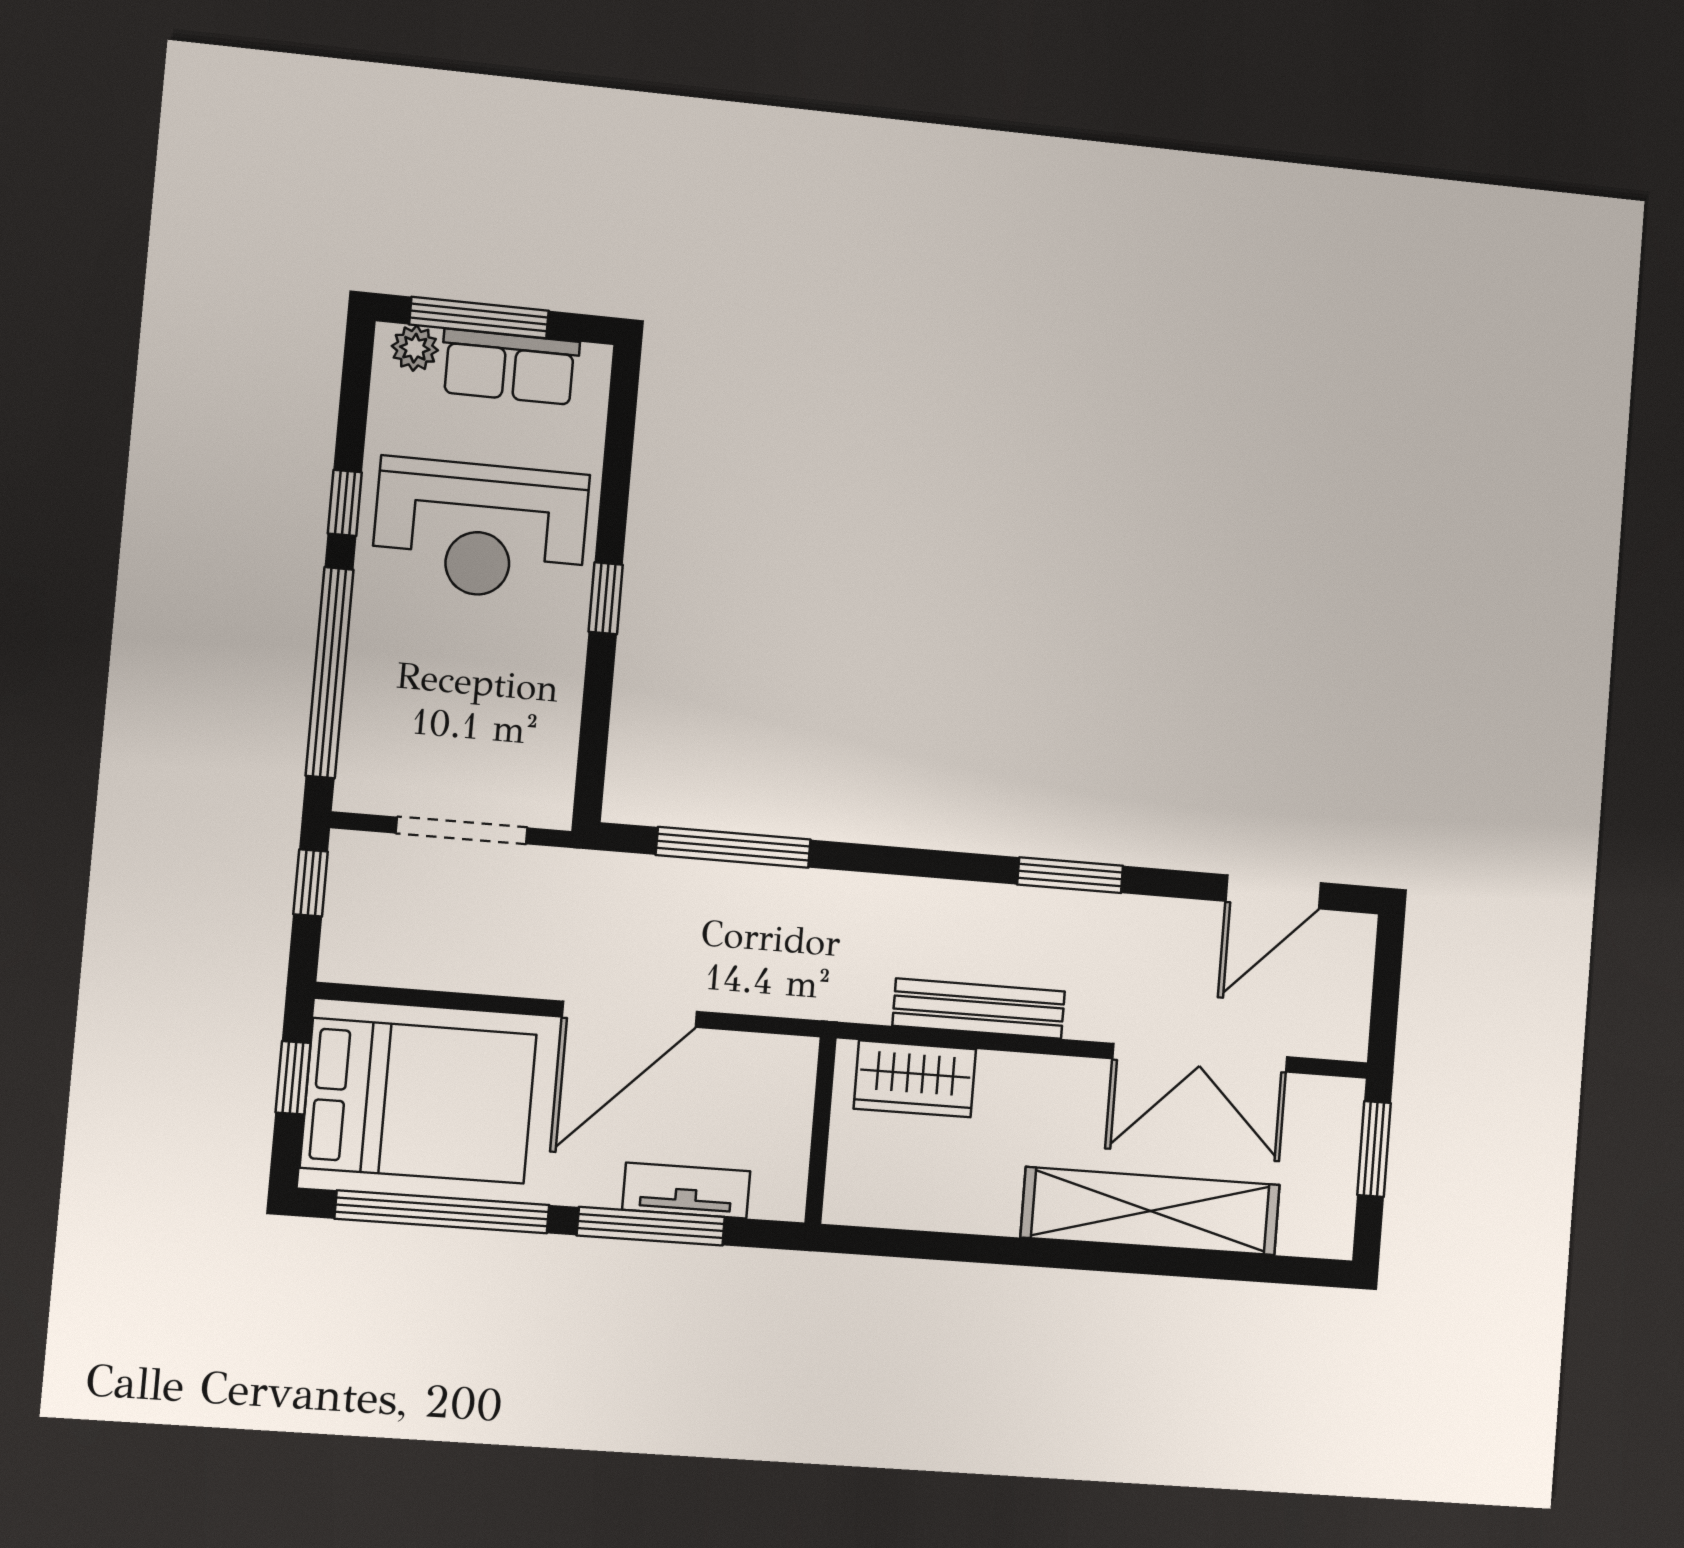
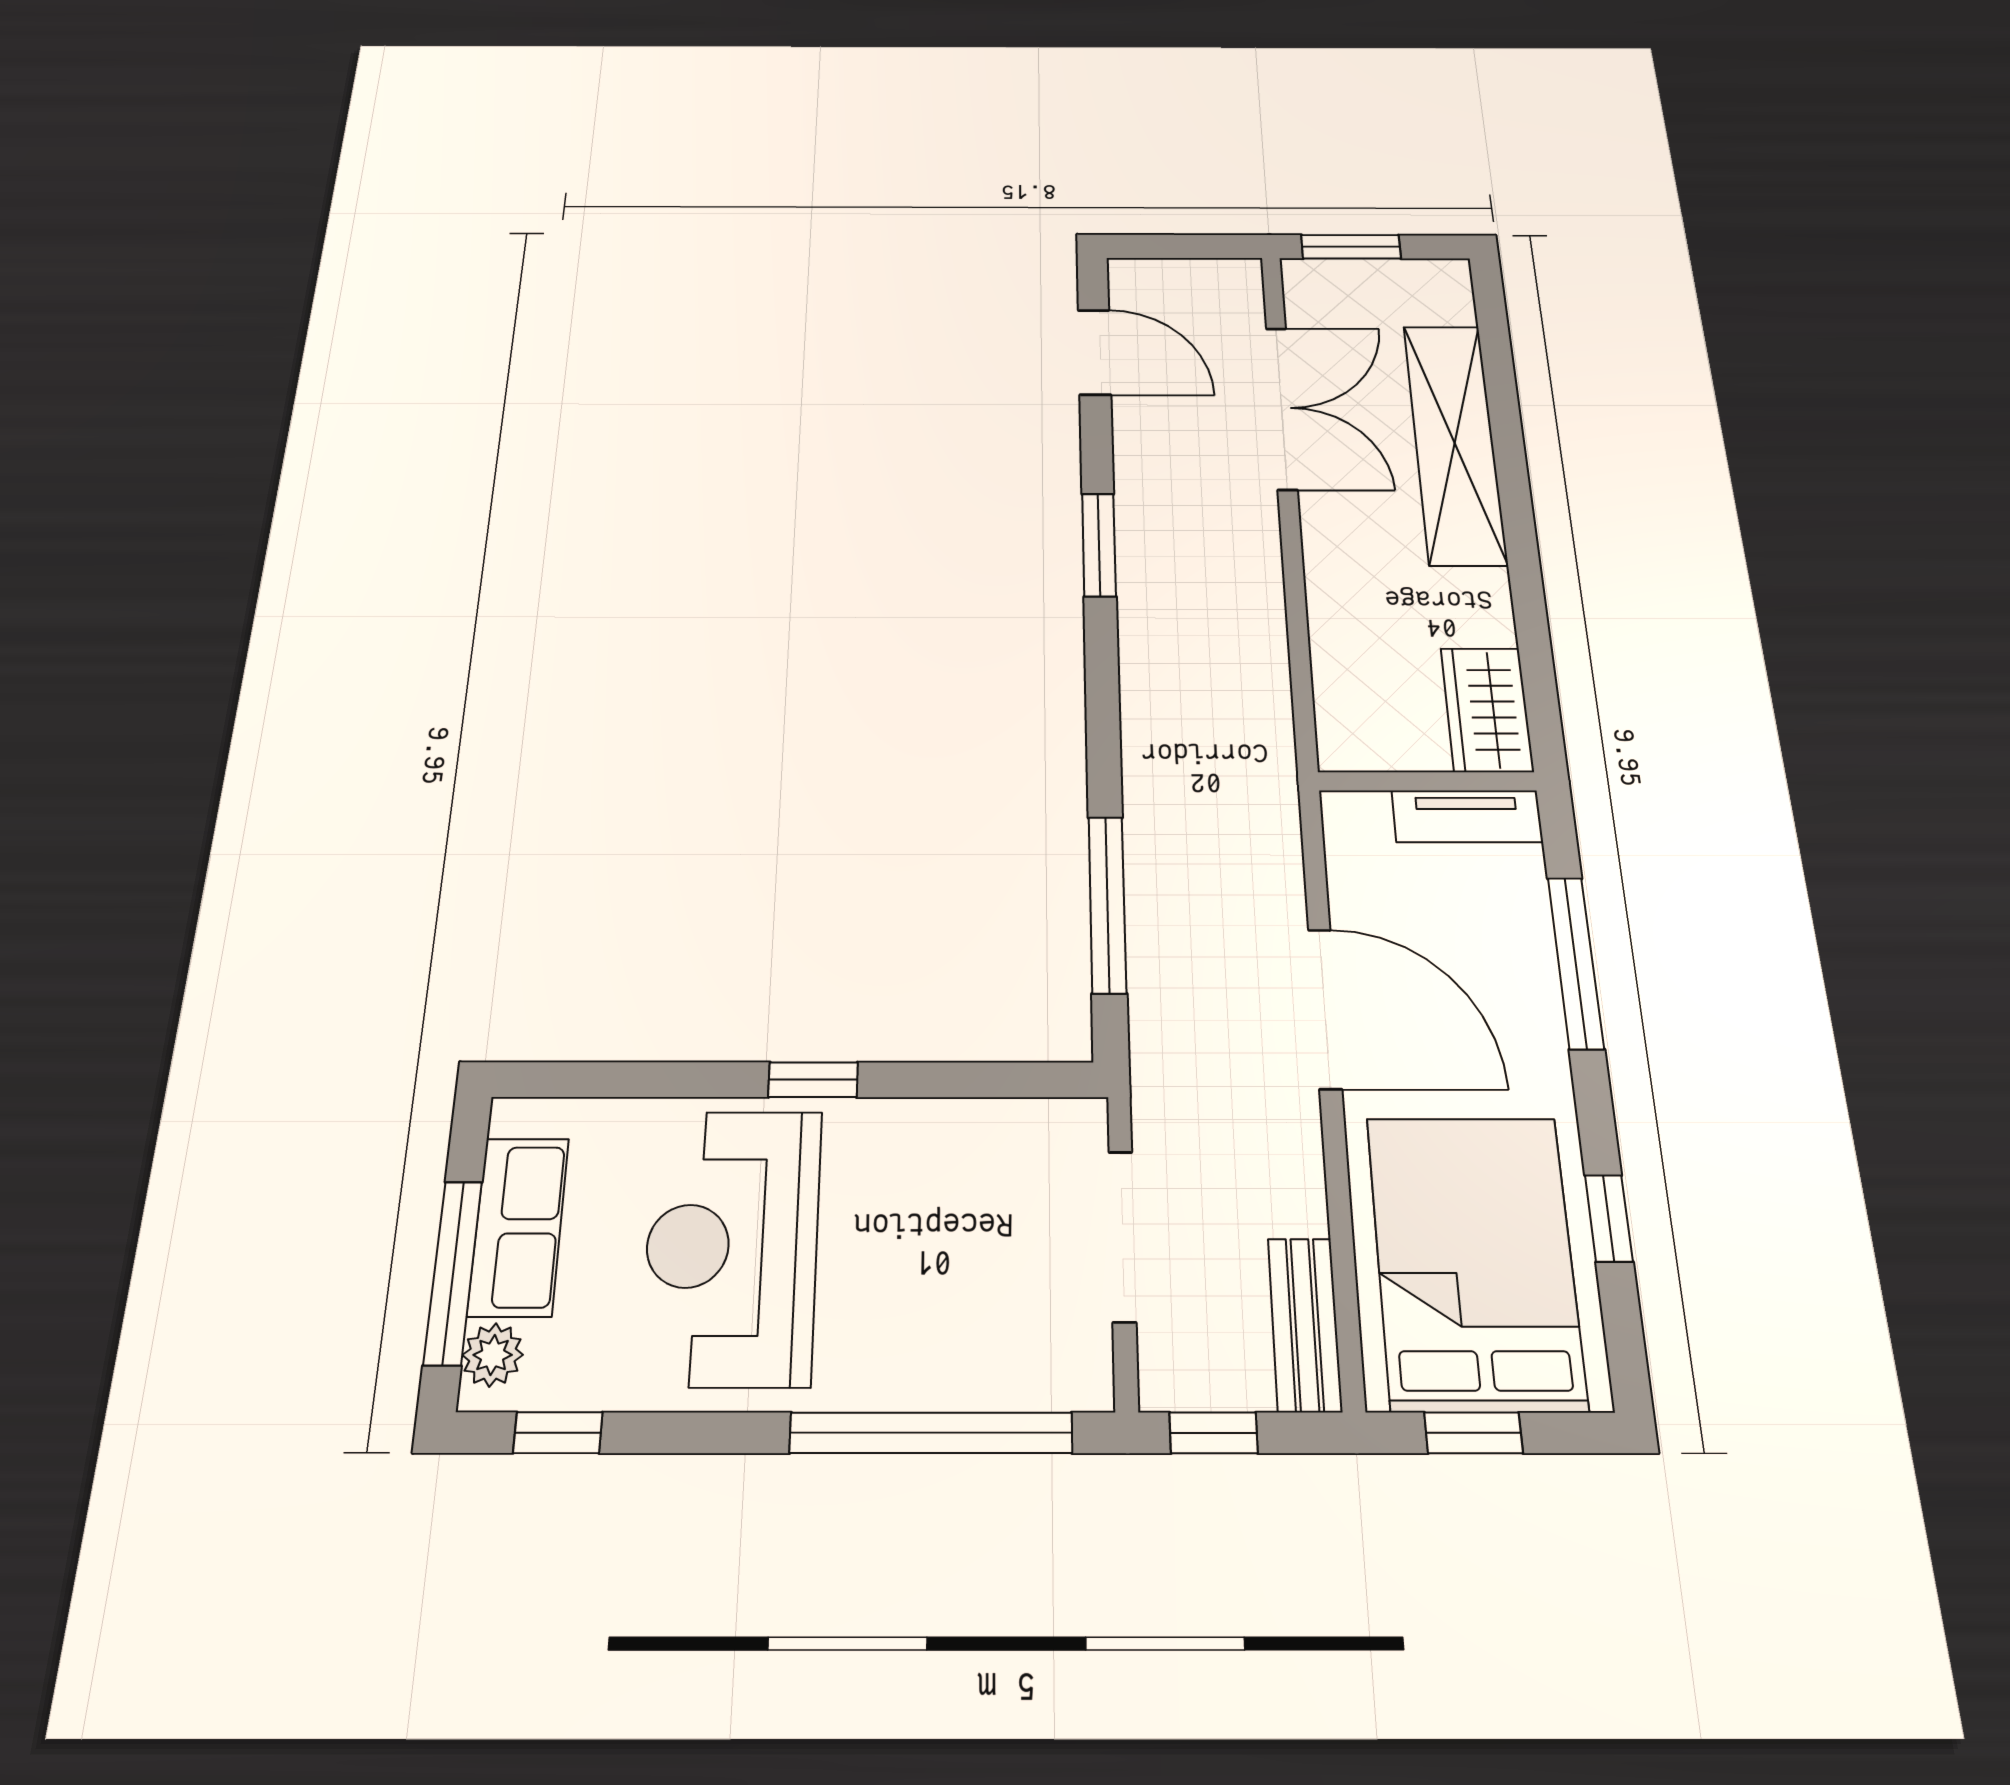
window: (345, 503) -> (558, 1433), moved
reception desk: (480, 530) -> (732, 1246), turned 180
bench: (979, 1009) -> (1305, 1324), moved, width x0.73
wardrobe: (915, 1079) -> (1487, 710), moved, turned 180
tv unit: (686, 1190) -> (1467, 816), moved, turned -90
window: (442, 1212) -> (1609, 1218), width x0.32

